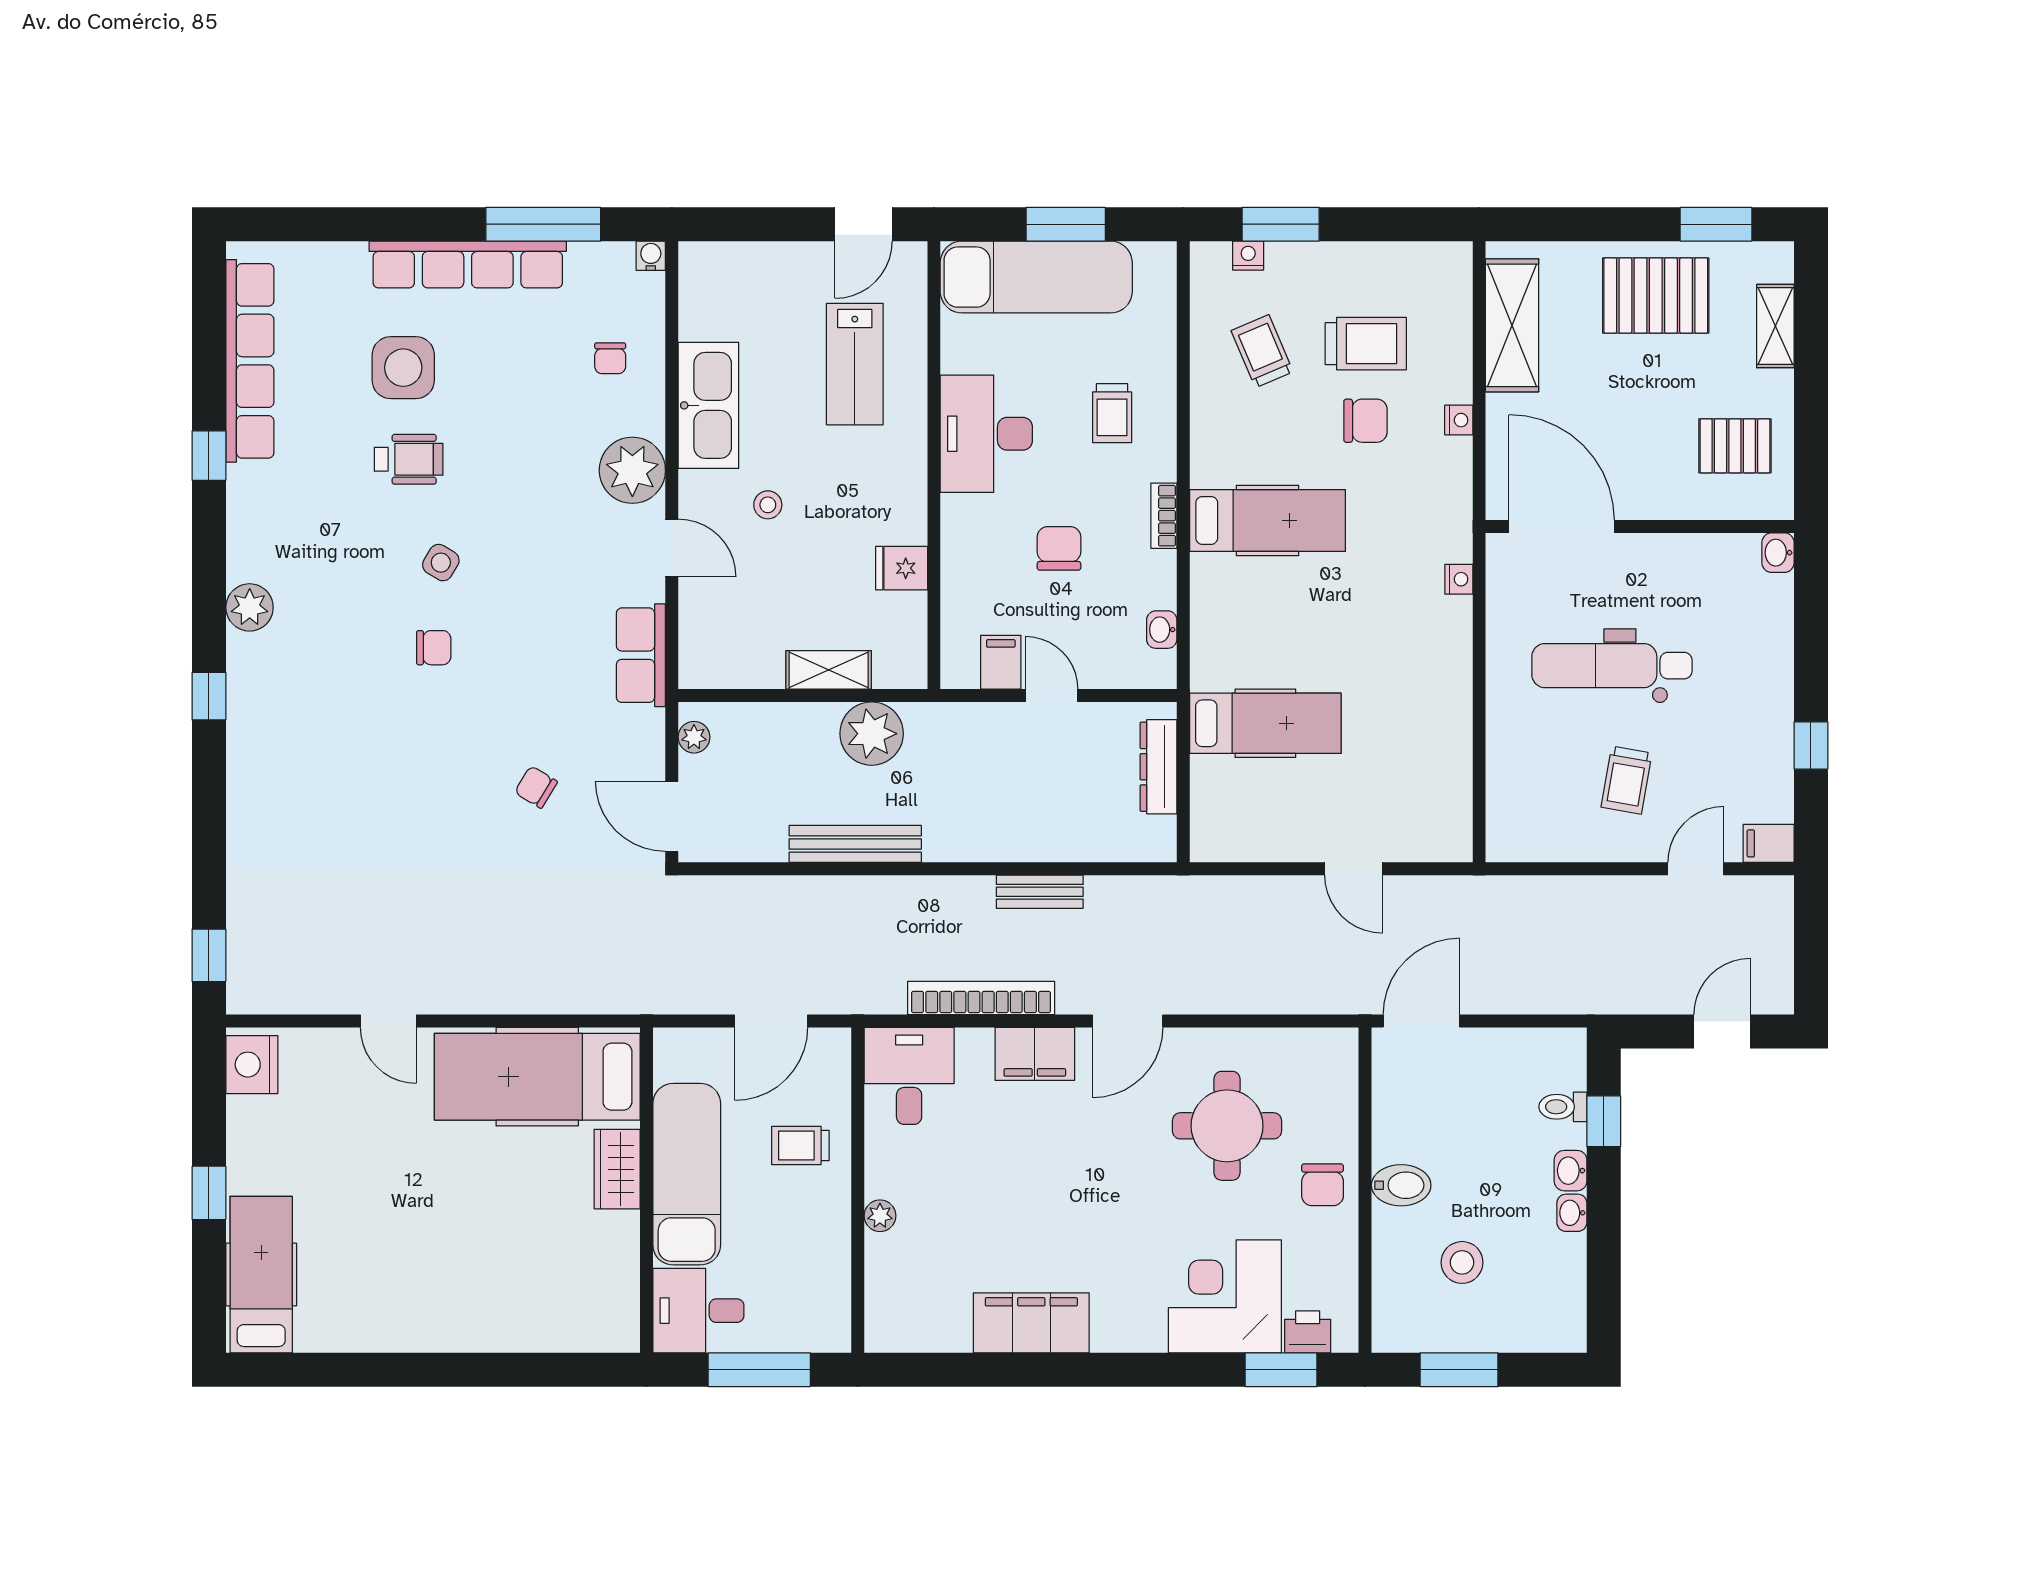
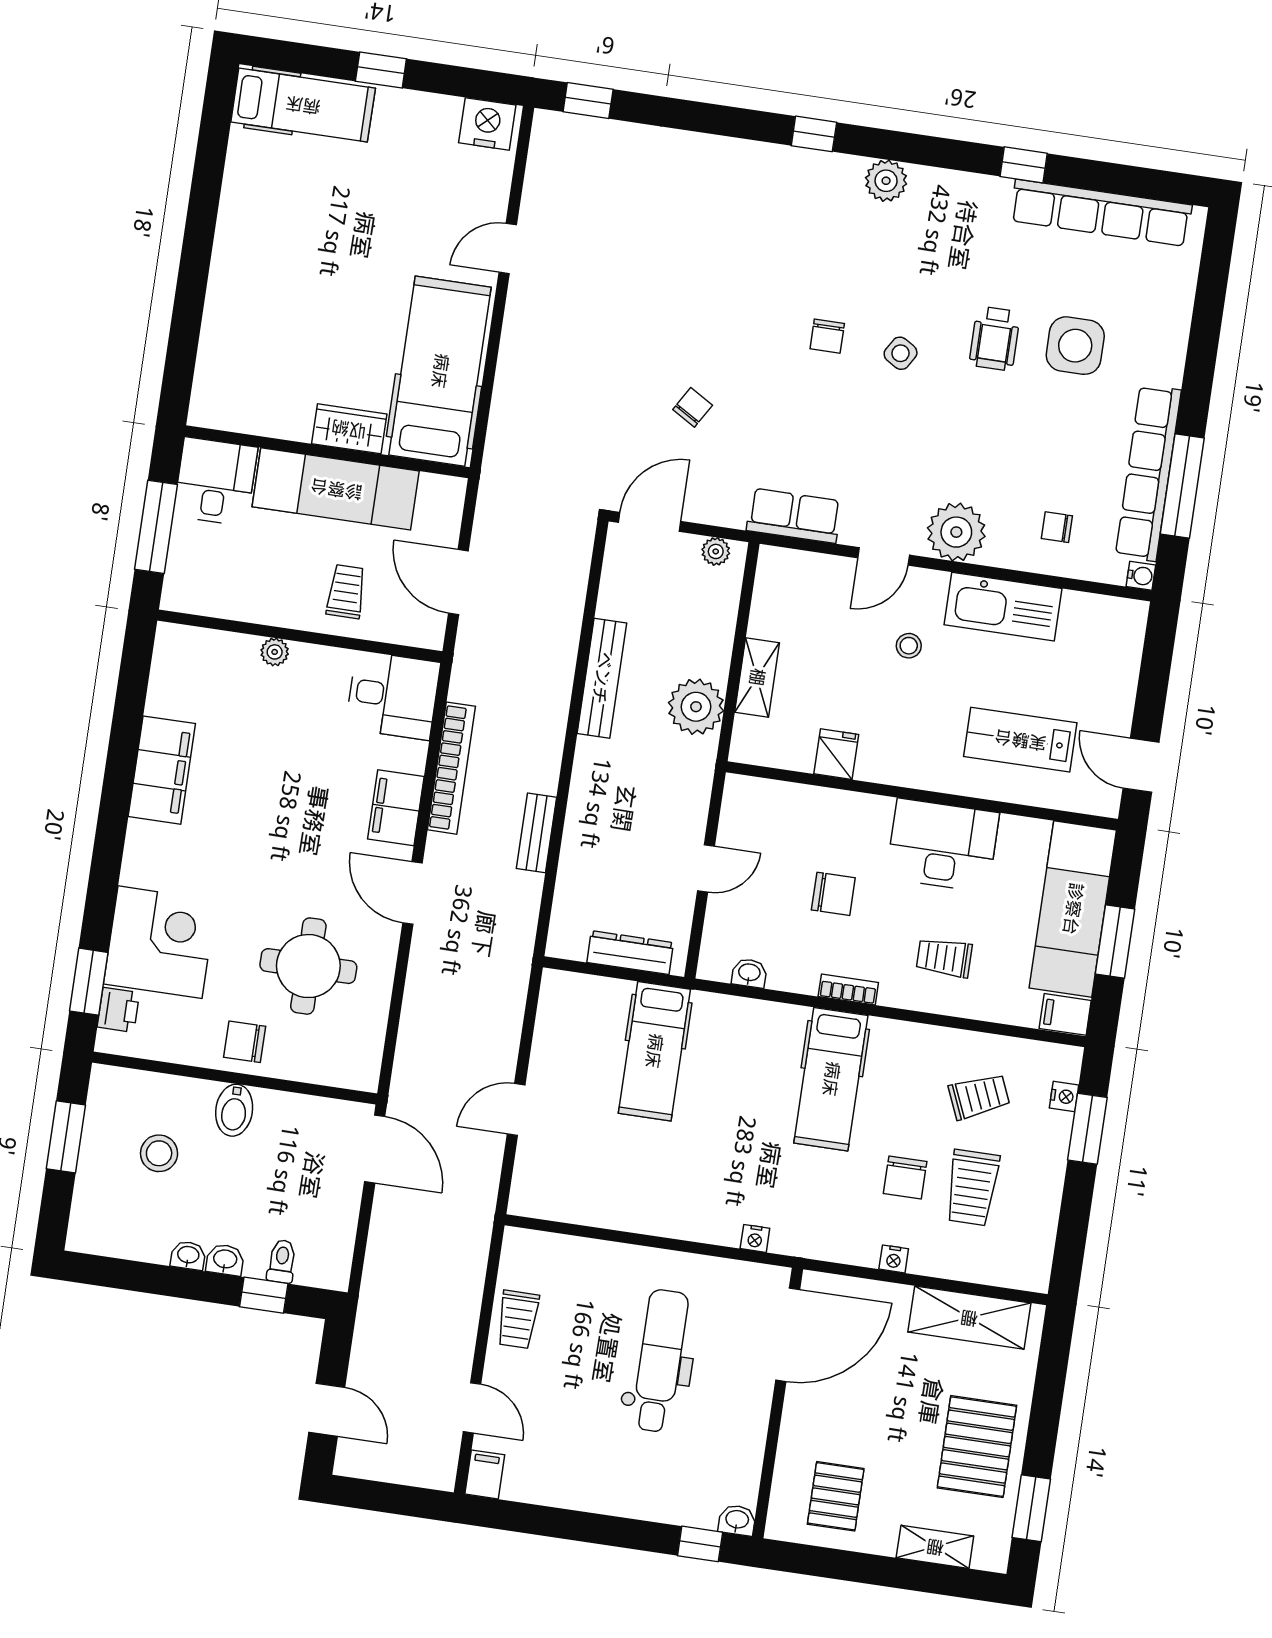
row of seats: (468, 265) -> (1148, 473), moved
filing cabinet: (1001, 662) -> (1065, 1014), moved, turned 180
window: (1811, 745) -> (700, 1544), moved
trolley: (1626, 780) -> (518, 1319), moved, turned -100

